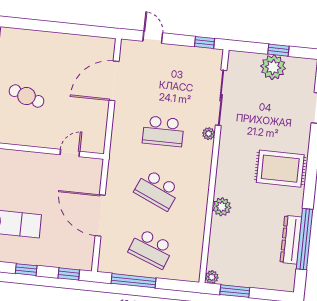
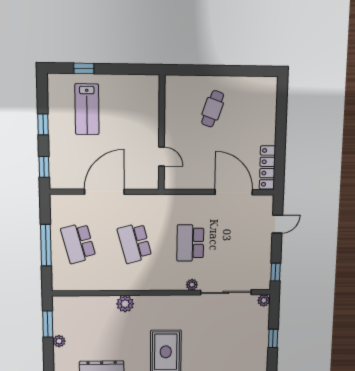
locker: (92, 44) -> (267, 167), added
plant: (273, 67) -> (264, 300), moved, width x0.53, depth x0.53
school desk: (157, 190) -> (135, 243), turned -39
school desk: (151, 249) -> (78, 243), turned -36
plant: (212, 277) -> (59, 341), moved
window: (133, 281) -> (46, 245), moved

